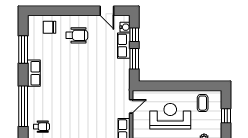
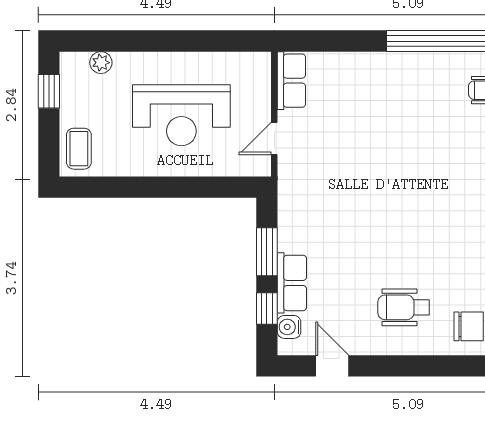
coffee table: (203, 103) -> (79, 149), moved
window: (226, 116) -> (49, 91), moved

